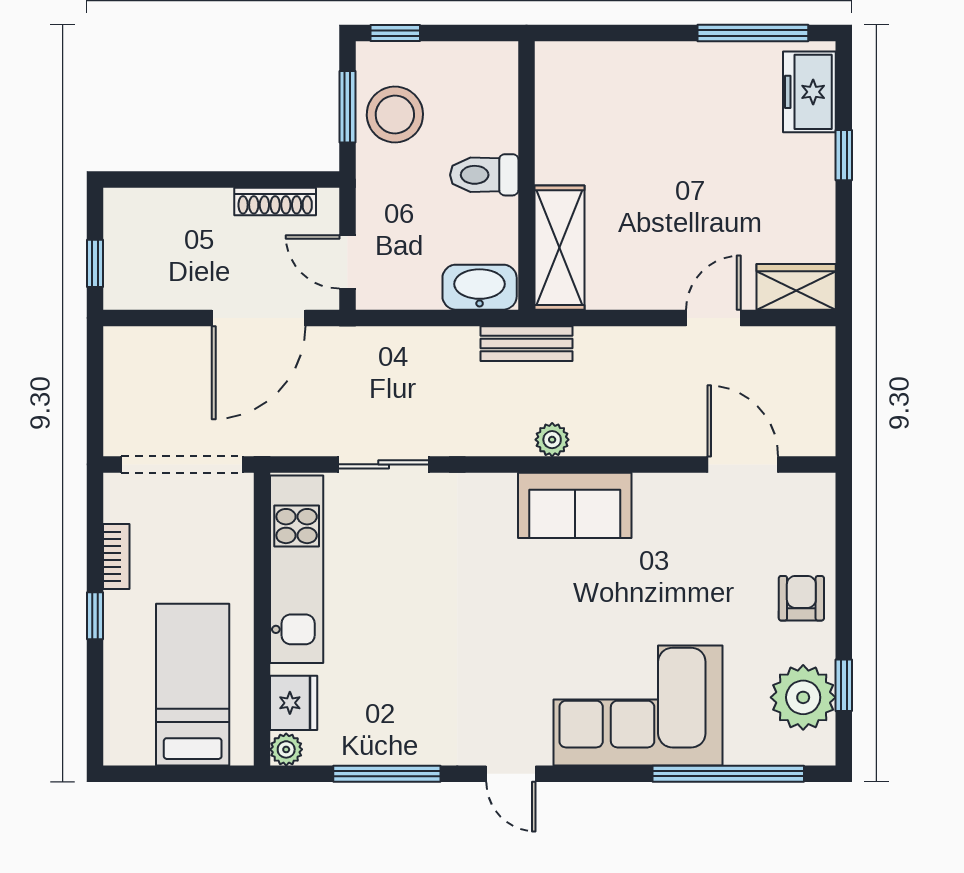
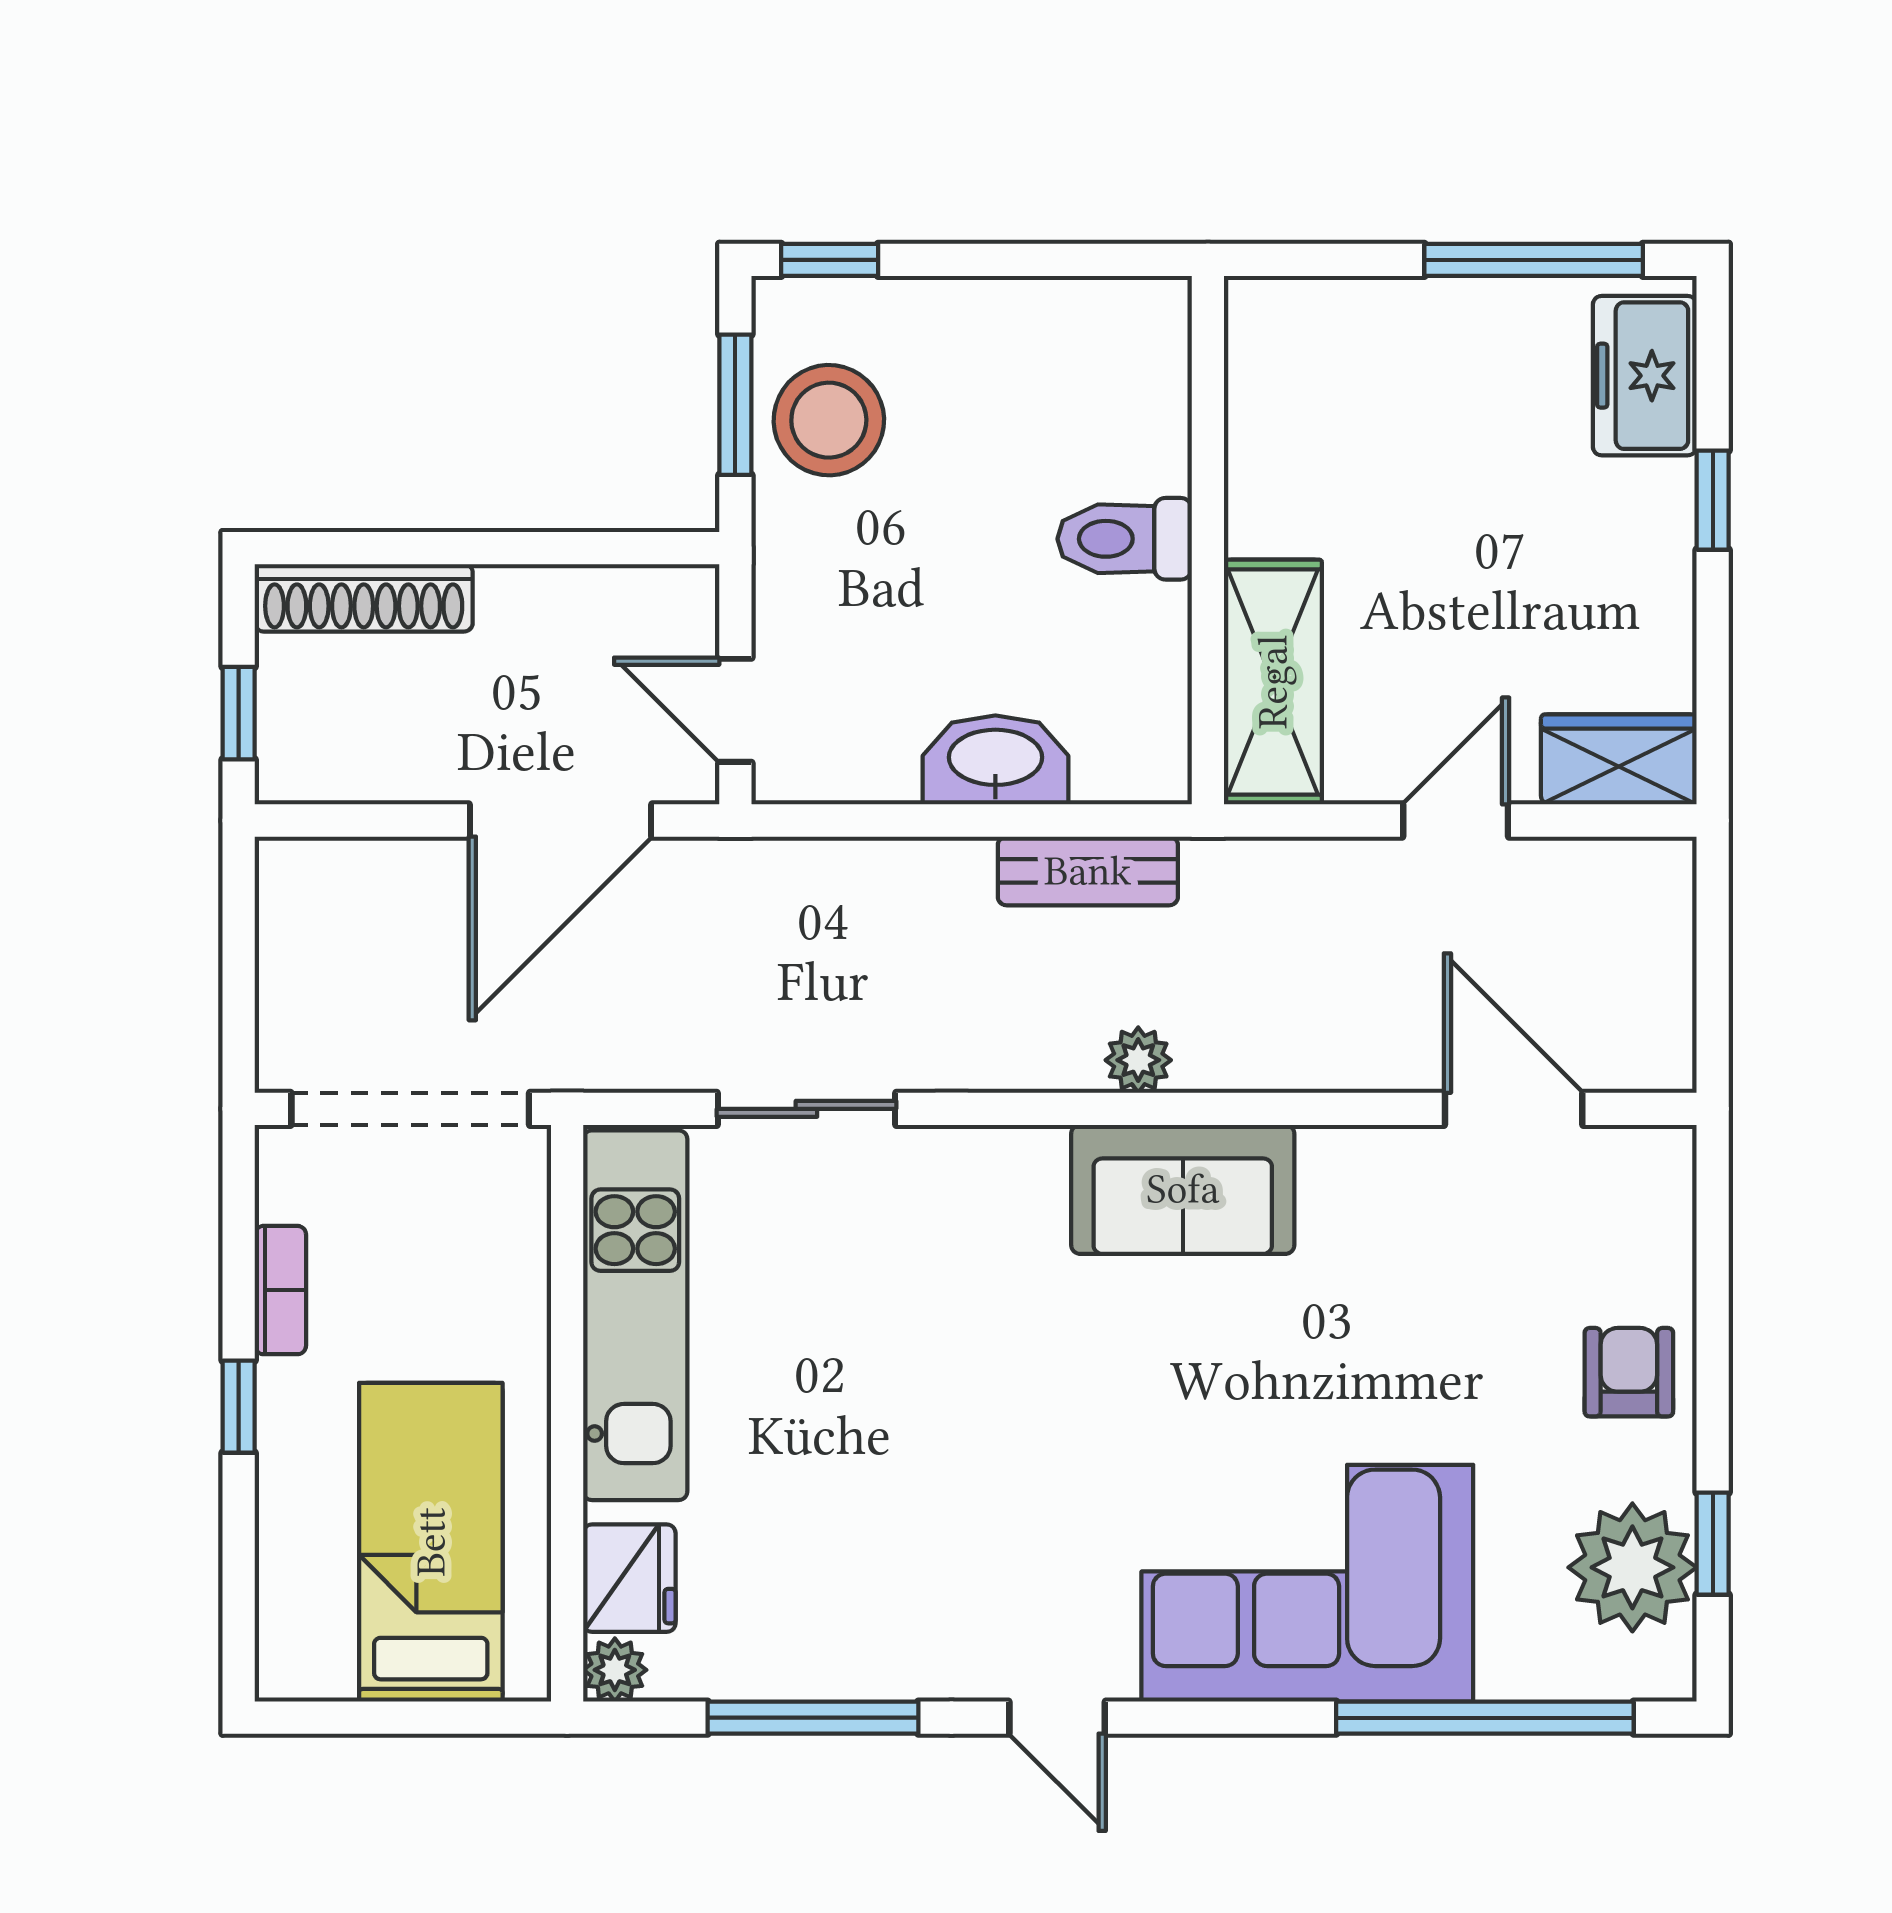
toilet: (484, 175) -> (1125, 539), moved
wall: (526, 175) -> (1208, 540), moved
shoe rack: (275, 202) -> (364, 598), moved, width x1.36, depth x1.24
shelving: (559, 248) -> (1273, 682), moved

